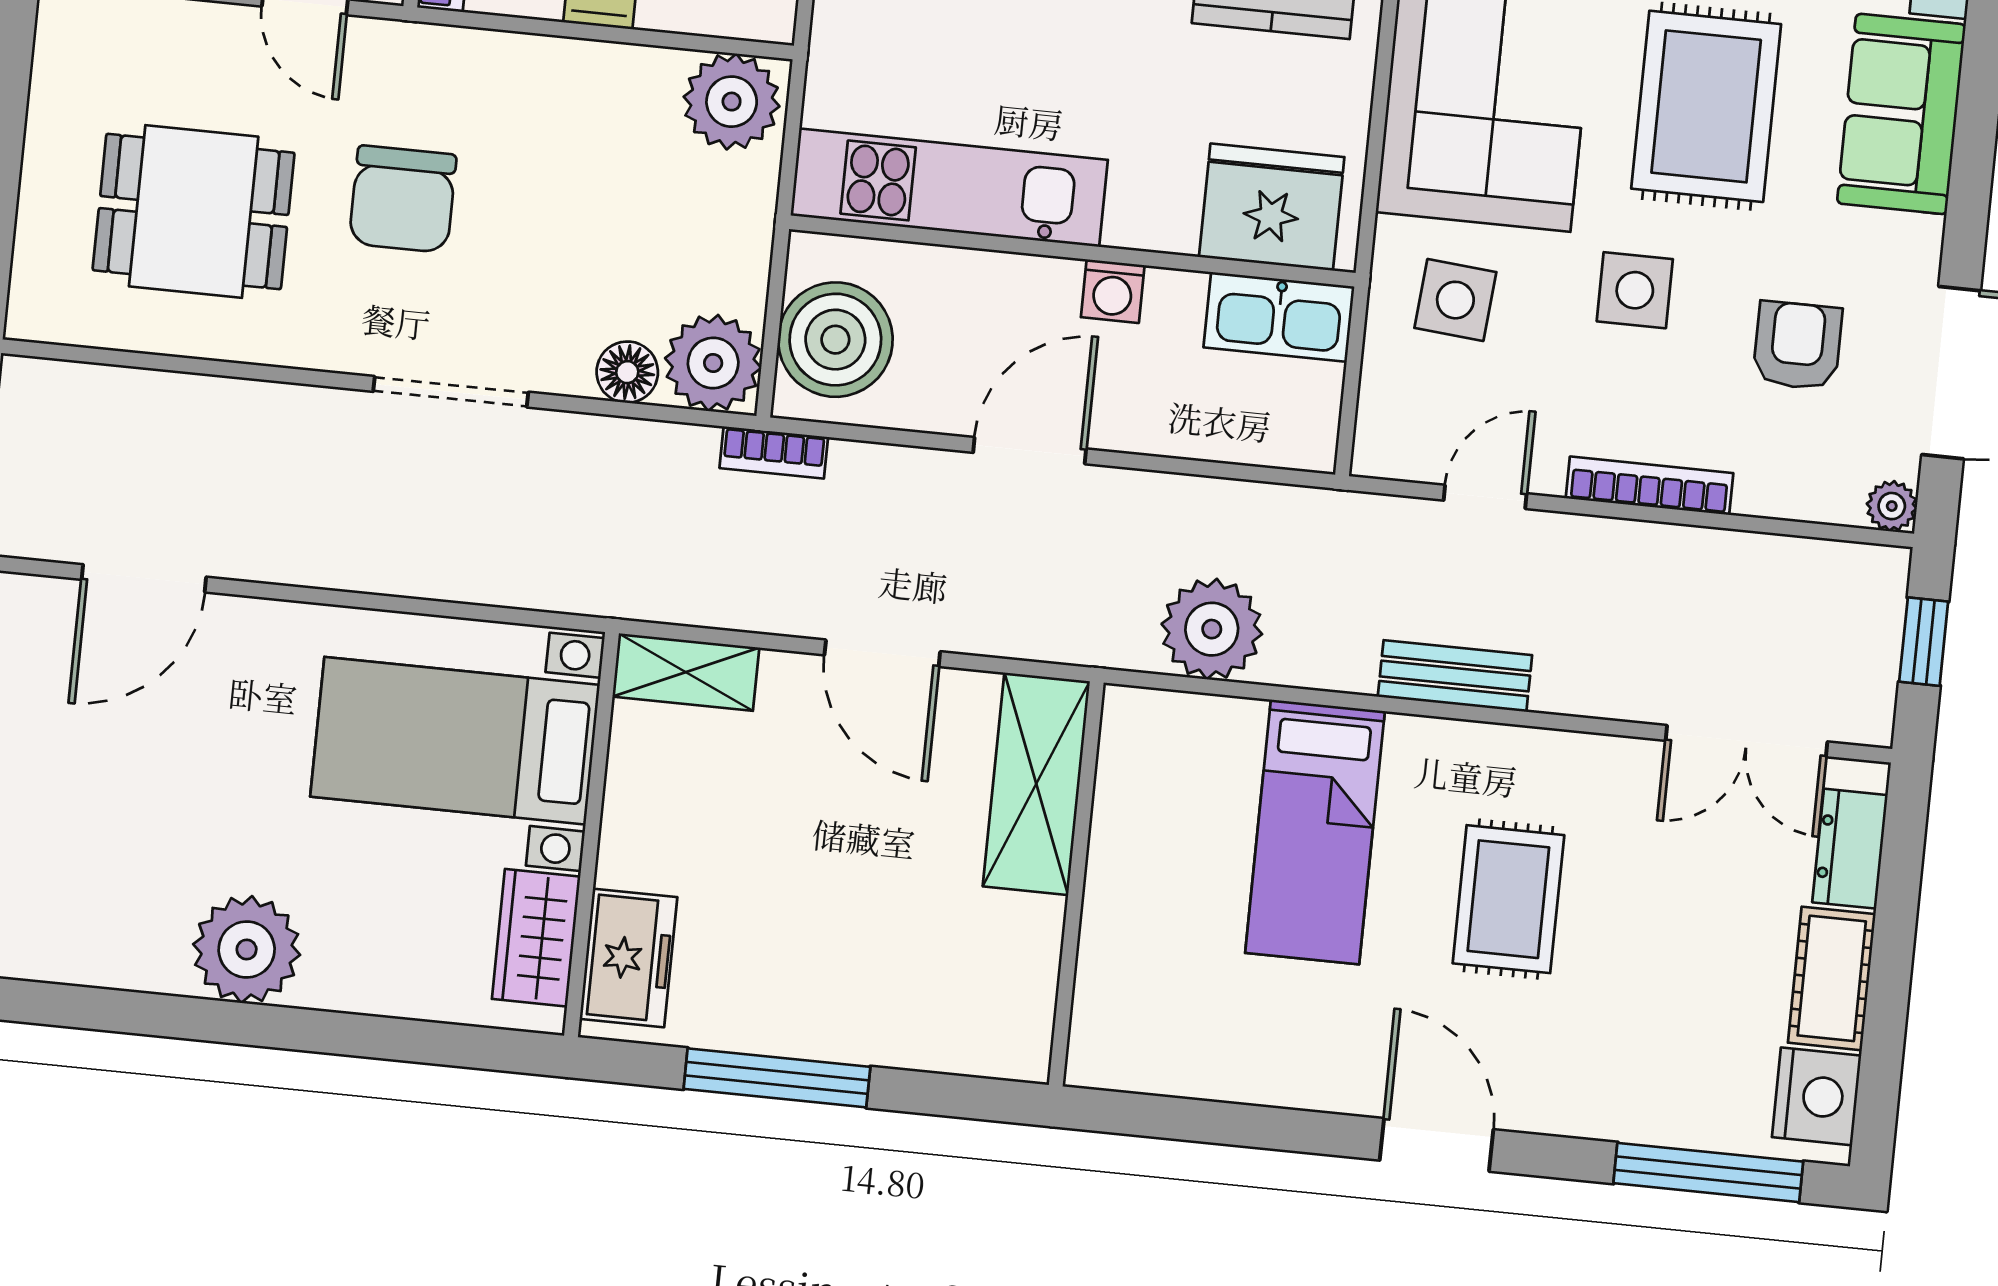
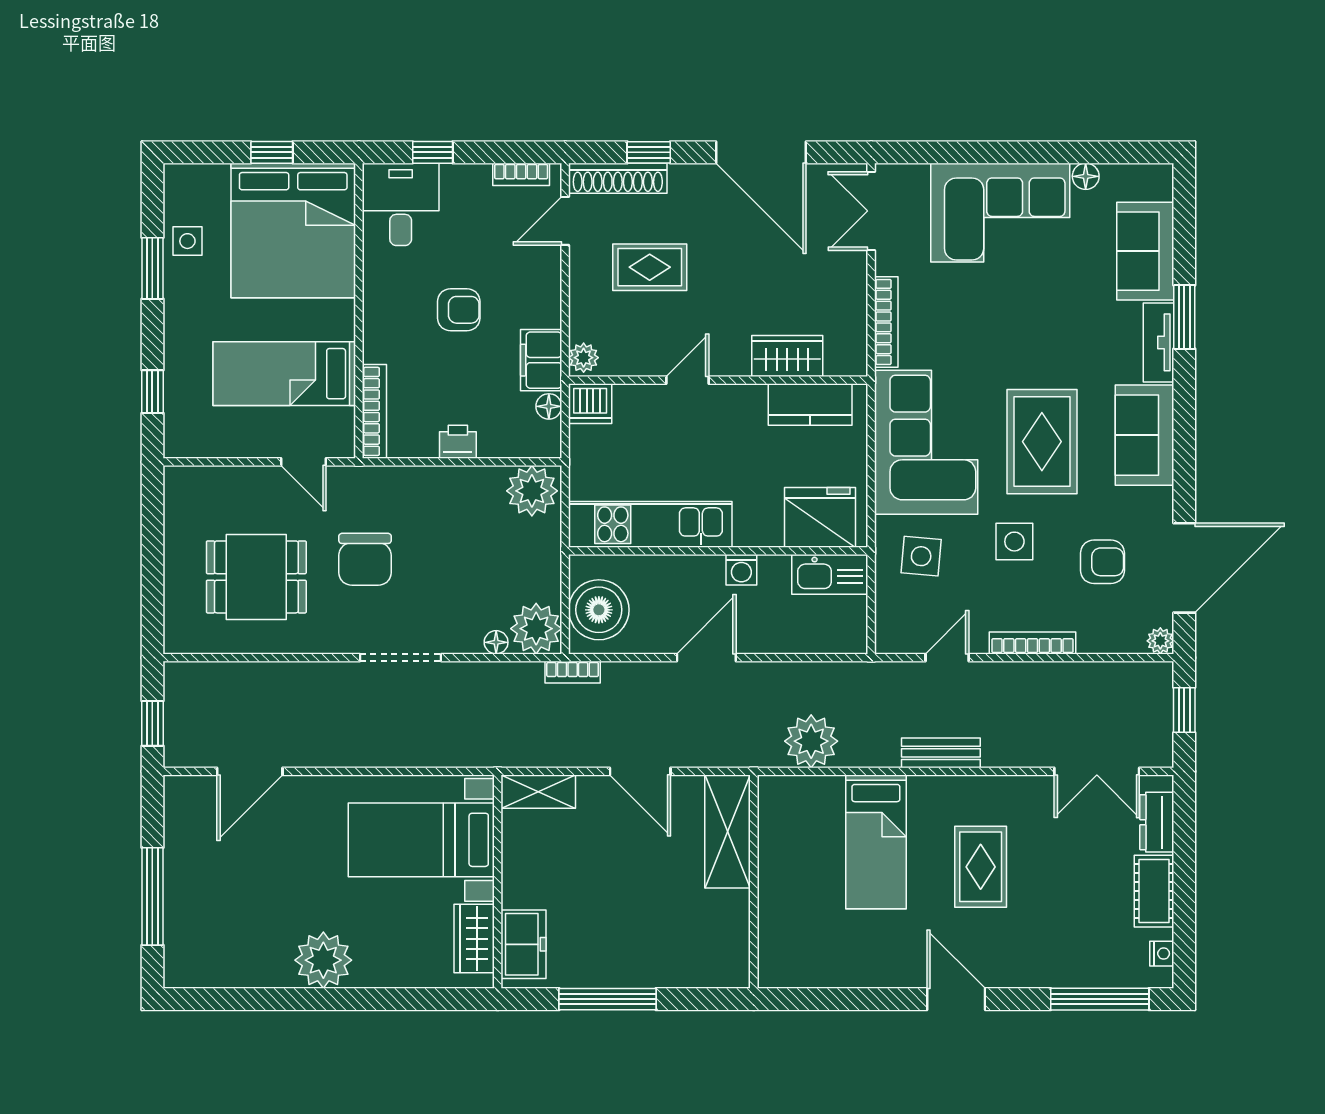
armchair: (1797, 346) -> (1102, 562), turned 90
floor lamp: (627, 372) -> (496, 642), width x0.73, depth x0.73
nightstand: (1817, 1096) -> (1162, 954), width x0.53, depth x0.56

